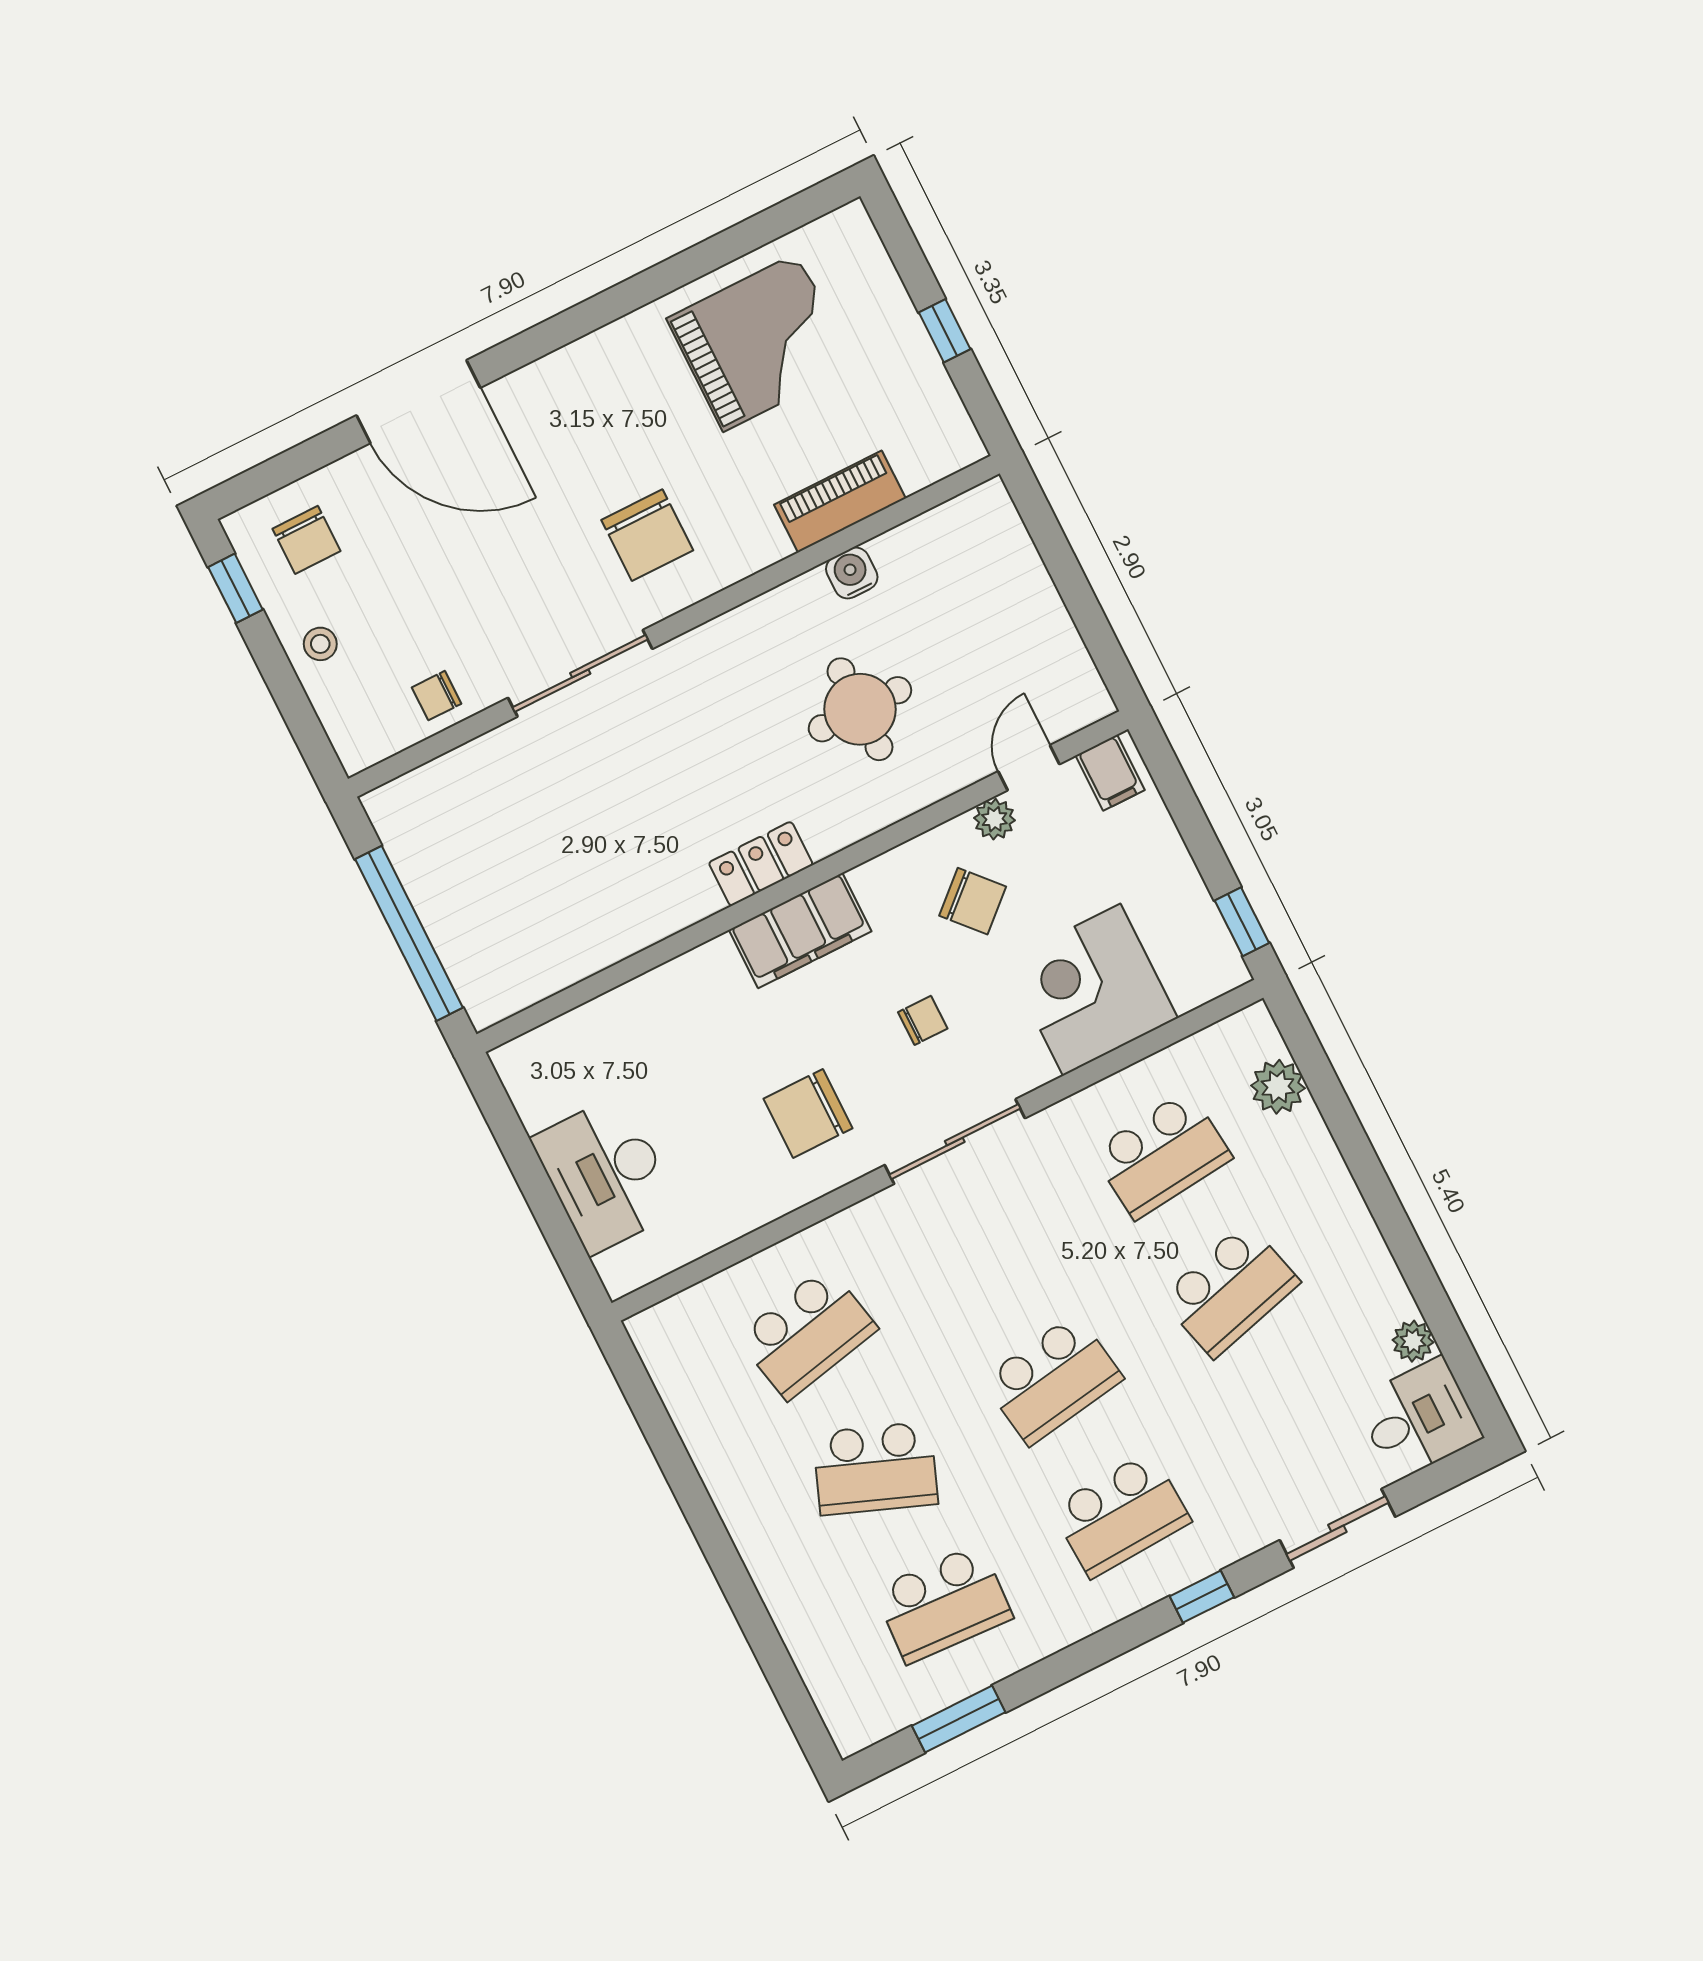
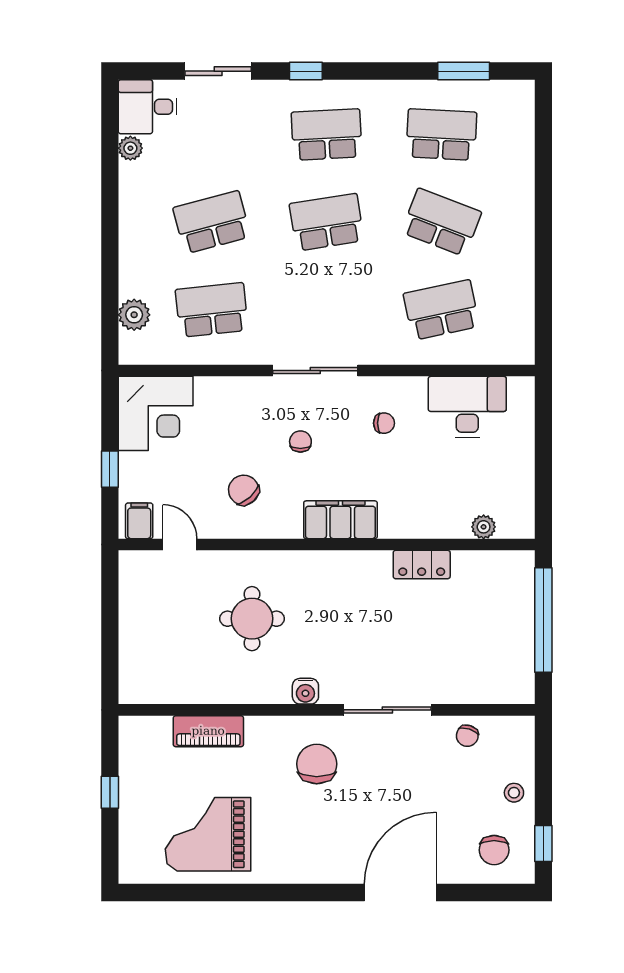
door: (418, 402) -> (400, 892), hinge flipped
chair: (306, 540) -> (494, 850), turned 180
water cooler: (852, 573) -> (305, 691), moved
chair: (437, 696) -> (467, 736), turned 107
door: (1029, 768) -> (180, 544), swing flipped
plant: (994, 819) -> (484, 527), moved
locker: (761, 864) -> (422, 565), moved
window: (1242, 922) -> (110, 469), moved
corner desk: (1092, 990) -> (156, 413), moved
chair: (923, 1020) -> (300, 441), turned 90
chair: (808, 1114) -> (384, 423), width x0.54, depth x0.54
desk: (606, 1174) -> (467, 407), moved, turned -90

